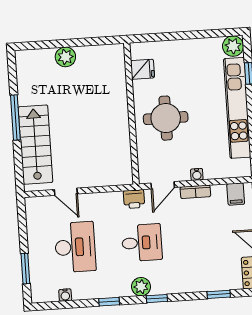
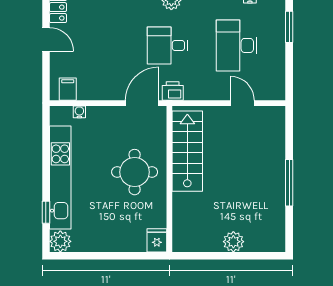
fridge: (143, 69) -> (157, 240), moved, turned 90
stairs: (35, 145) -> (187, 151), moved, turned 180
water cooler: (197, 174) -> (79, 112), moved
door: (163, 185) -> (142, 103), width x1.38
bookcase: (195, 192) -> (109, 94), removed

